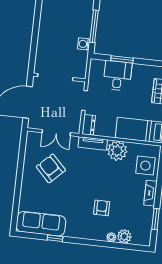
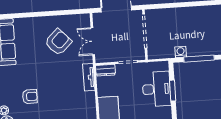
desk: (118, 76) -> (157, 89), width x1.37
plant: (117, 151) -> (86, 101), removed

